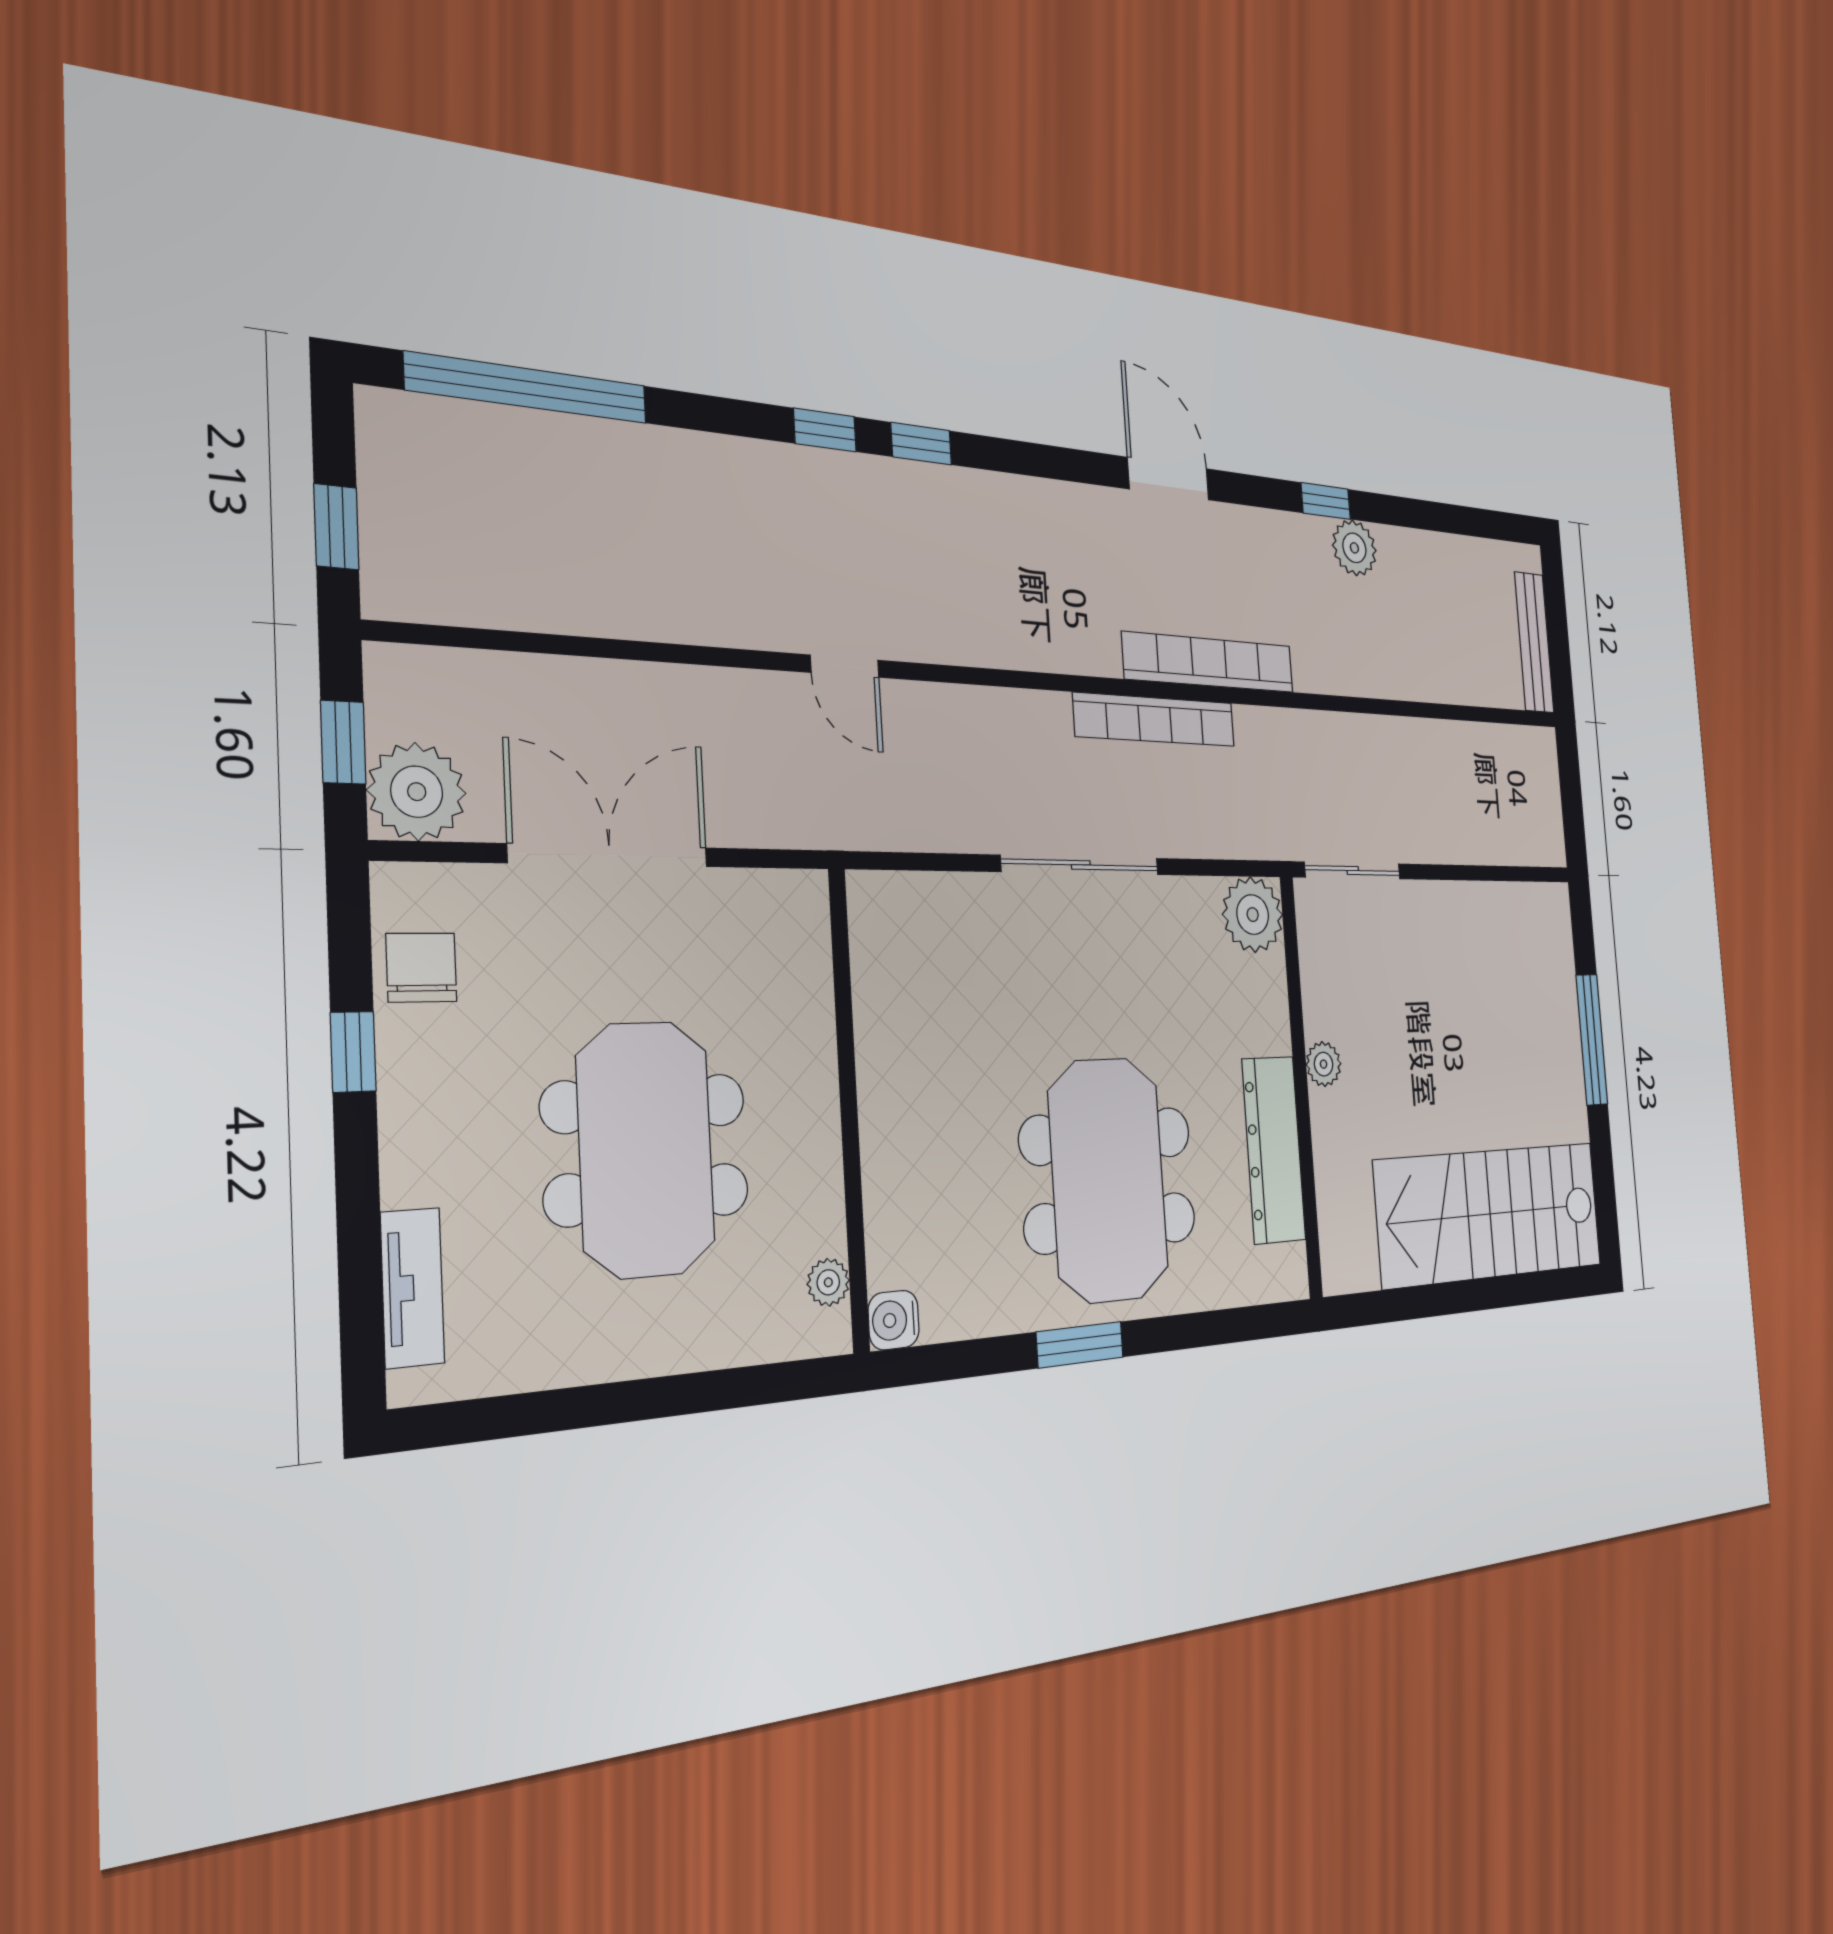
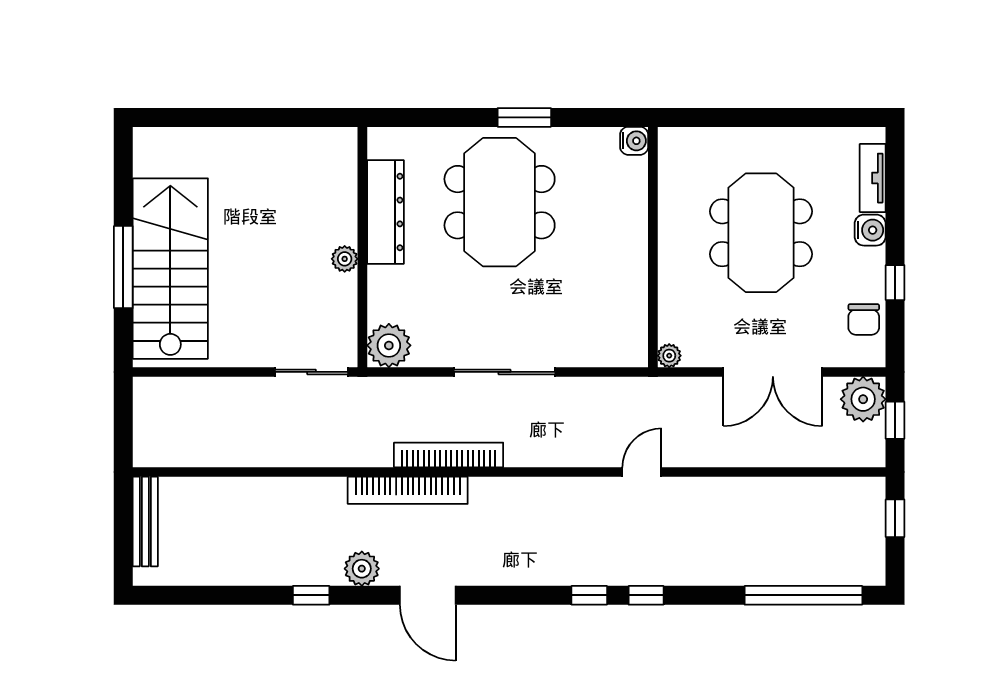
plant: (1354, 548) -> (362, 569), moved
door: (845, 666) -> (642, 472), hinge flipped
water cooler: (414, 1169) -> (870, 230), added
stairs: (1490, 1214) -> (170, 269), moved, turned -90
plant: (828, 1282) -> (669, 356), moved

